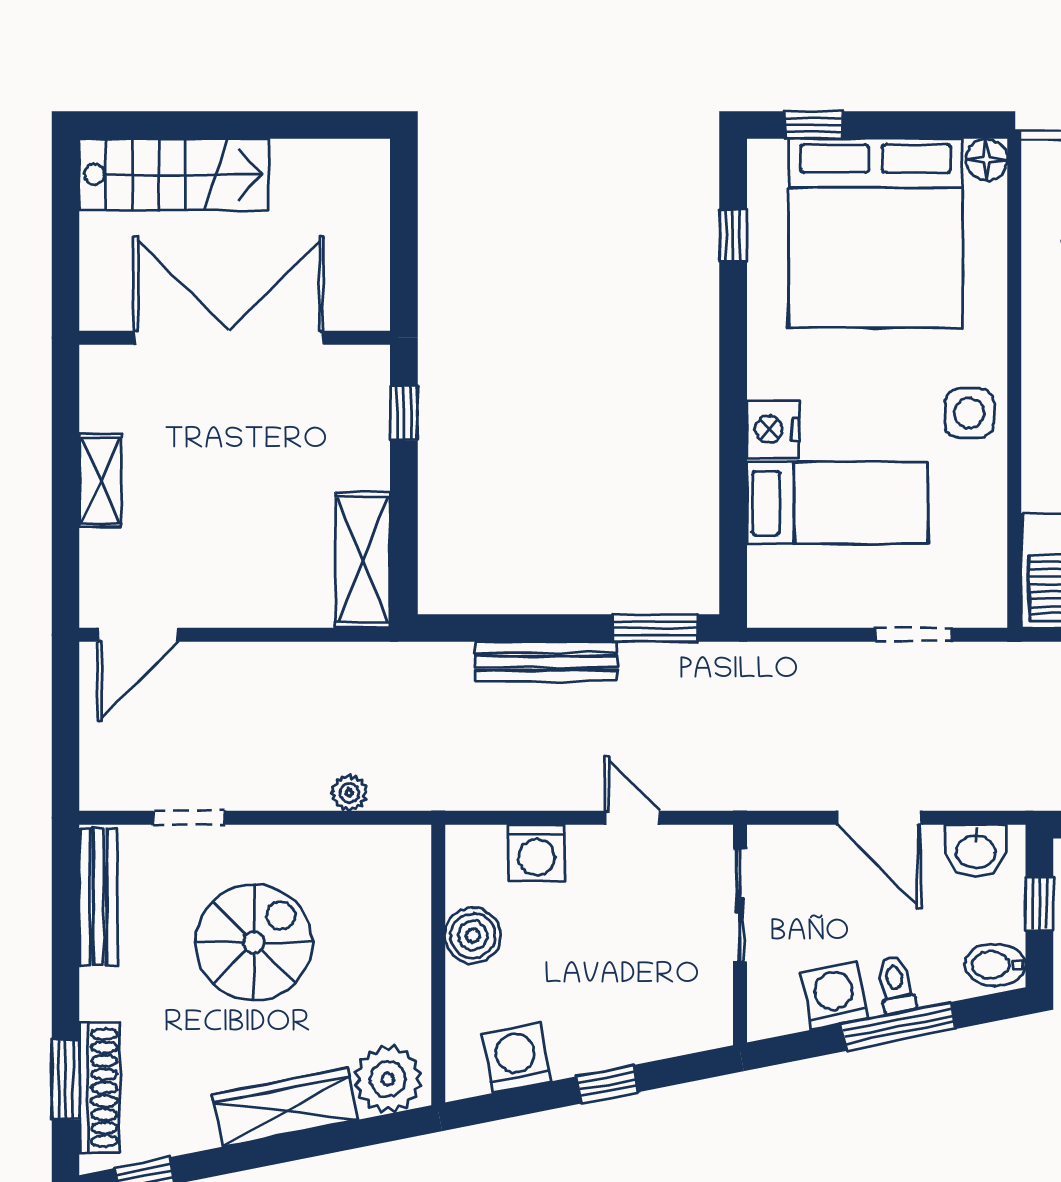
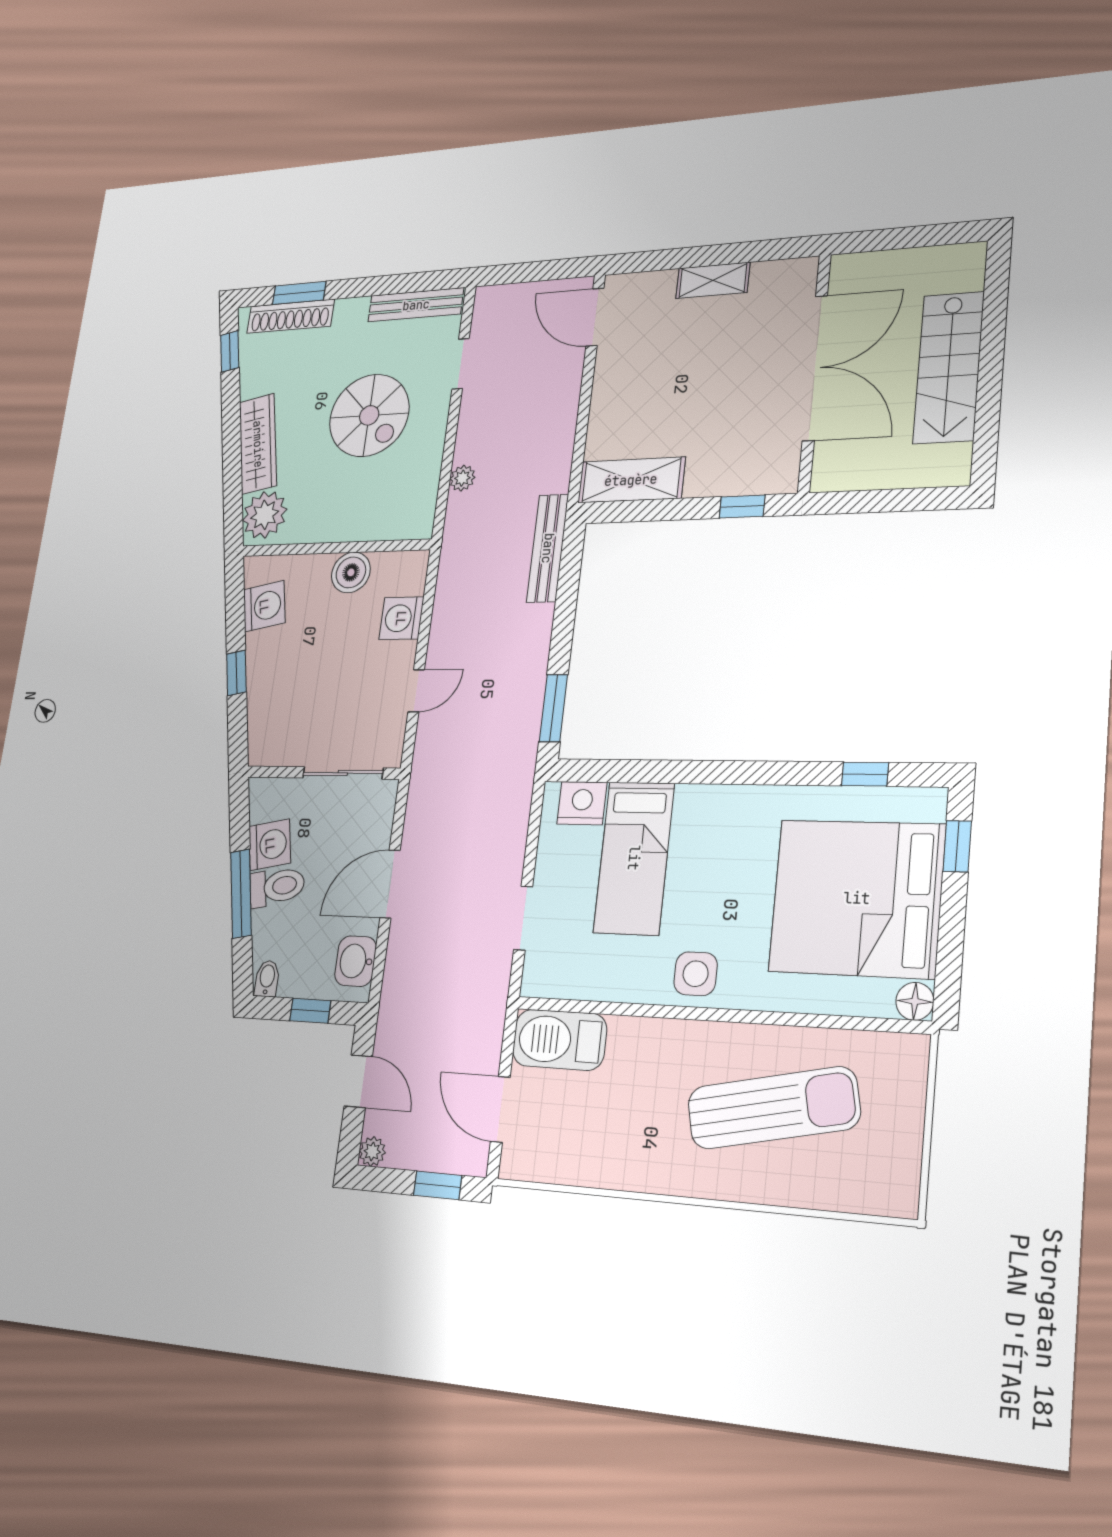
stairs: (174, 174) -> (949, 367), moved
nightstand: (773, 429) -> (582, 803), moved
bench: (546, 662) -> (548, 548), moved
bidet: (995, 965) -> (267, 979), width x0.72, depth x0.74
toilet: (896, 985) -> (277, 887), width x1.37, depth x1.39

